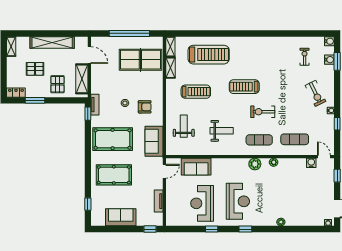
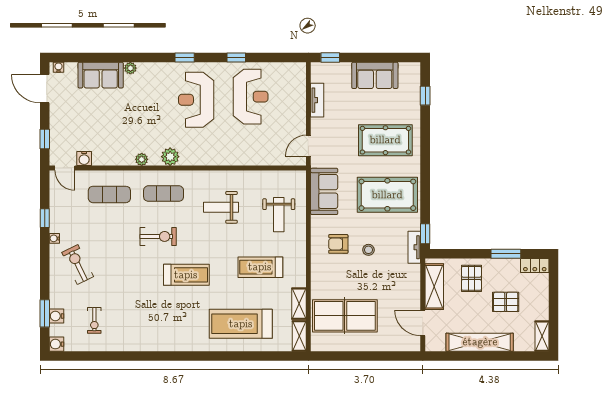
window: (129, 33) -> (362, 356), removed
sofa: (196, 167) -> (101, 75), moved, turned 180

